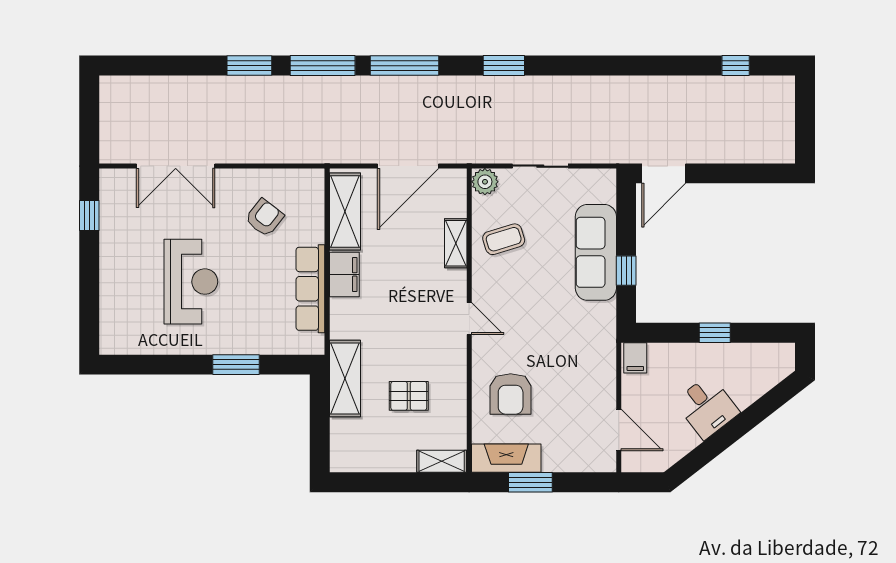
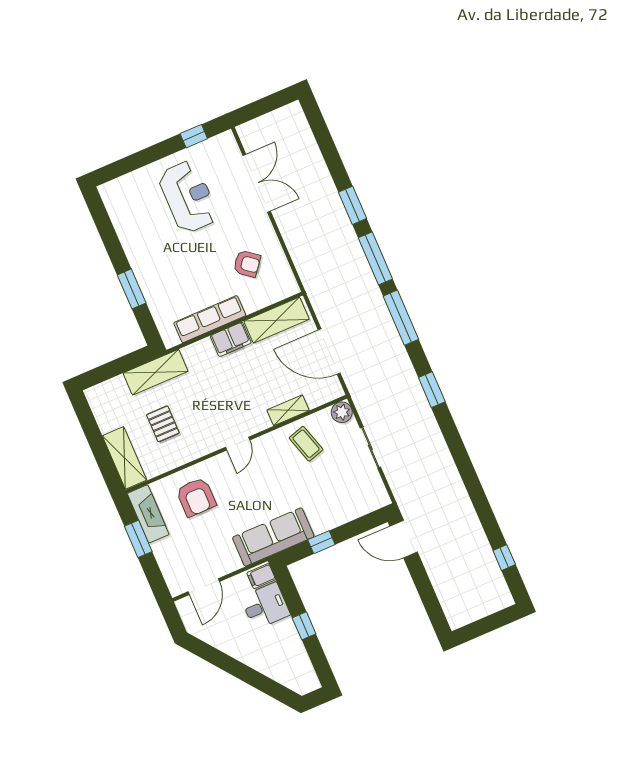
double door: (176, 166) -> (257, 183), swing flipped
sofa: (596, 252) -> (273, 537), moved
reception desk: (191, 282) -> (188, 197), moved, turned -90
armchair: (511, 394) -> (196, 497), turned -90
desk: (707, 407) -> (265, 606), moved, turned -142
shelving: (442, 461) -> (125, 458), width x1.50, depth x1.33

